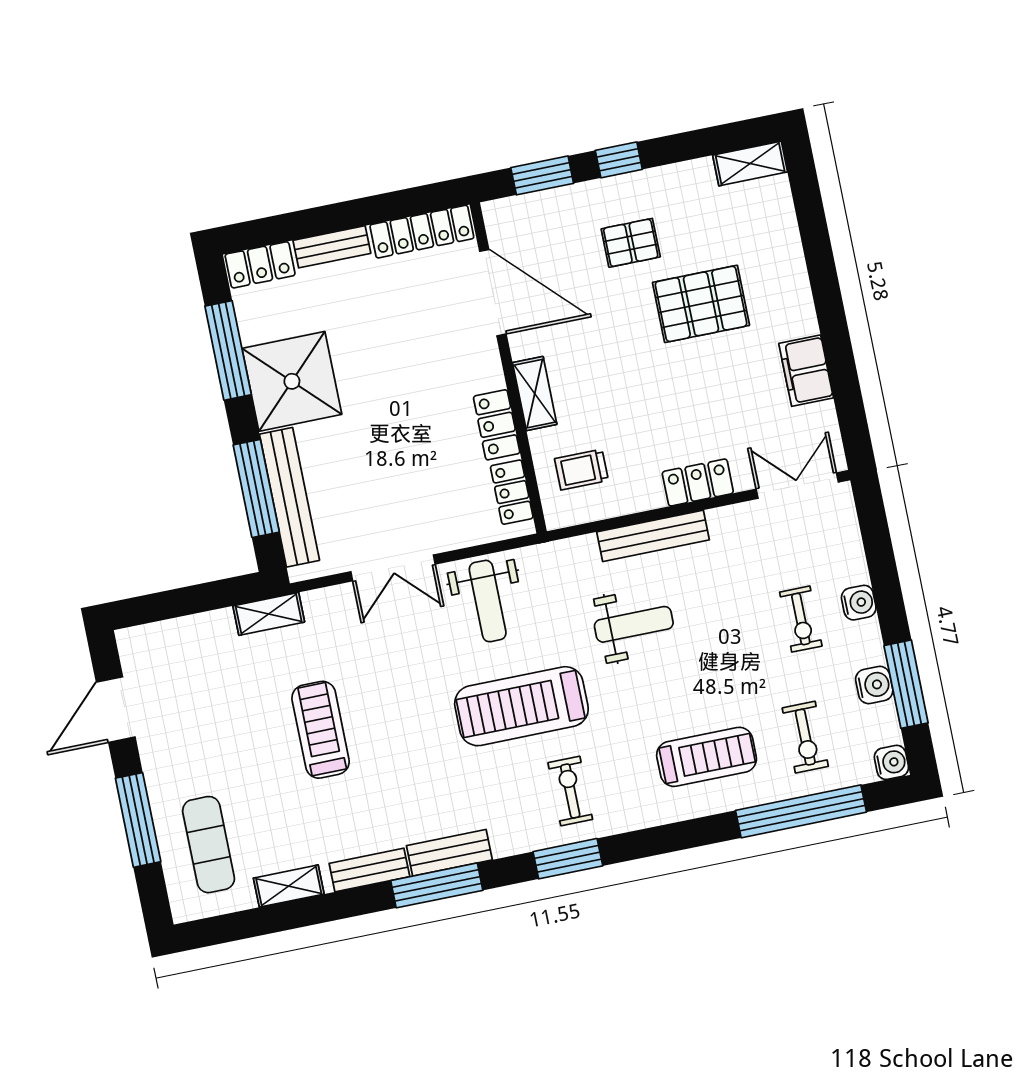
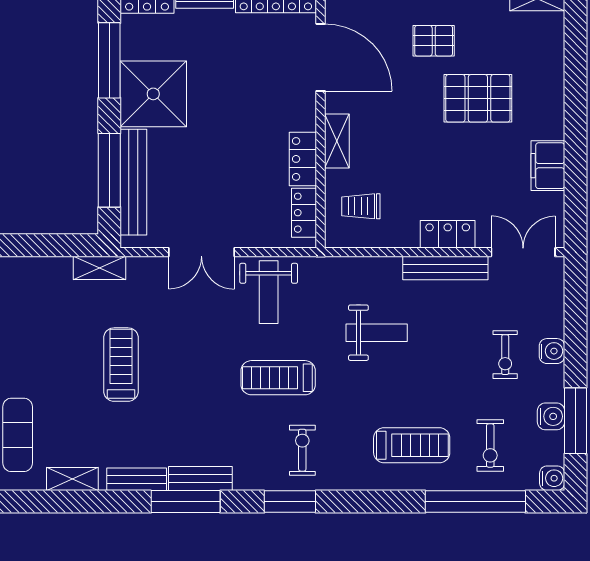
bench: (653, 536) -> (445, 268), moved
treadmill: (521, 706) -> (278, 378), width x0.73, depth x0.73

